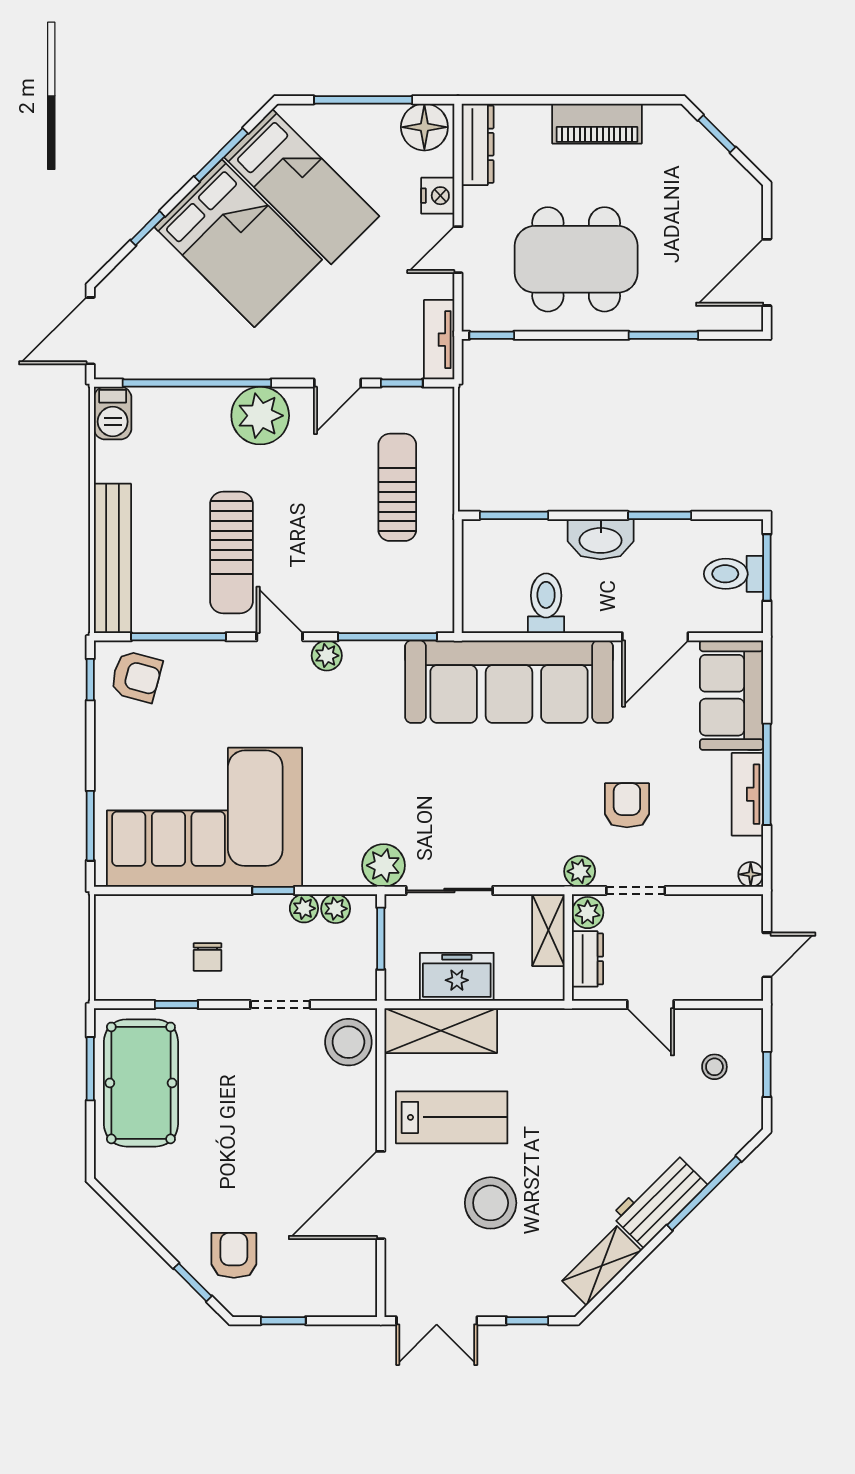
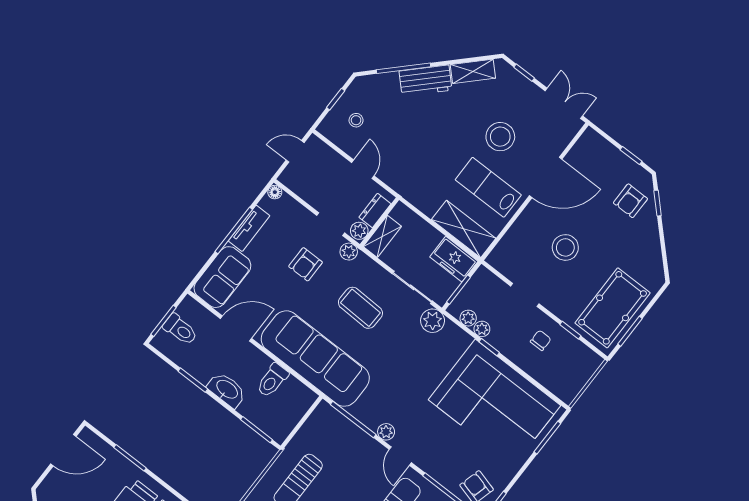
coffee table: (501, 804) -> (360, 308), added
freezer: (457, 977) -> (454, 259), moved
stool: (348, 1042) -> (565, 247), moved

